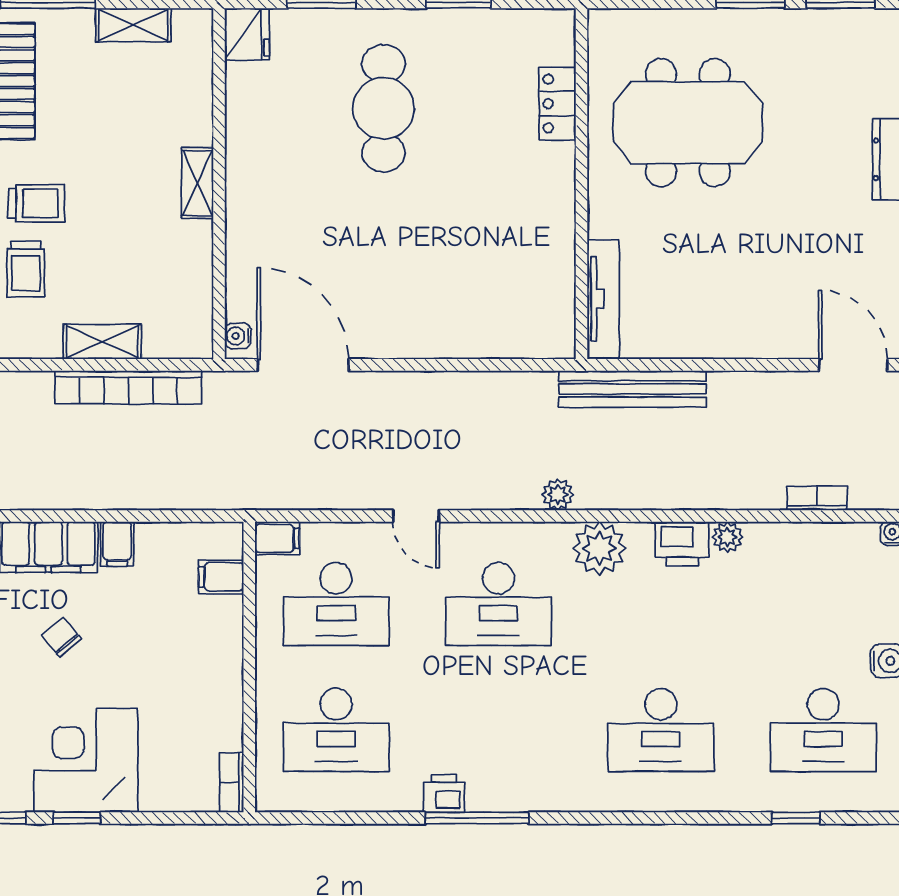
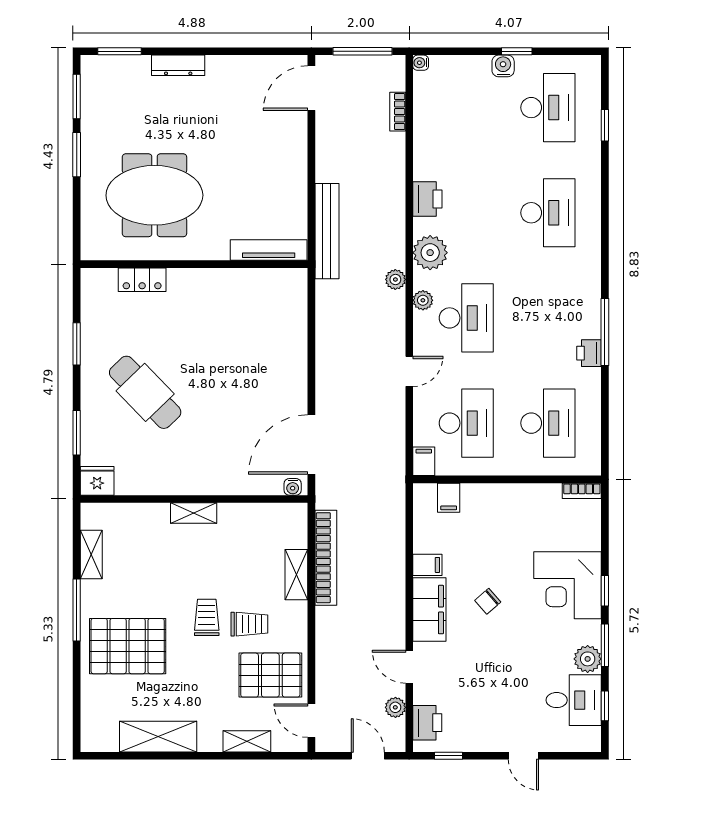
cafe table: (384, 108) -> (145, 392), turned 46
meeting table: (688, 123) -> (154, 195), turned 90
plant: (727, 537) -> (423, 300), moved

